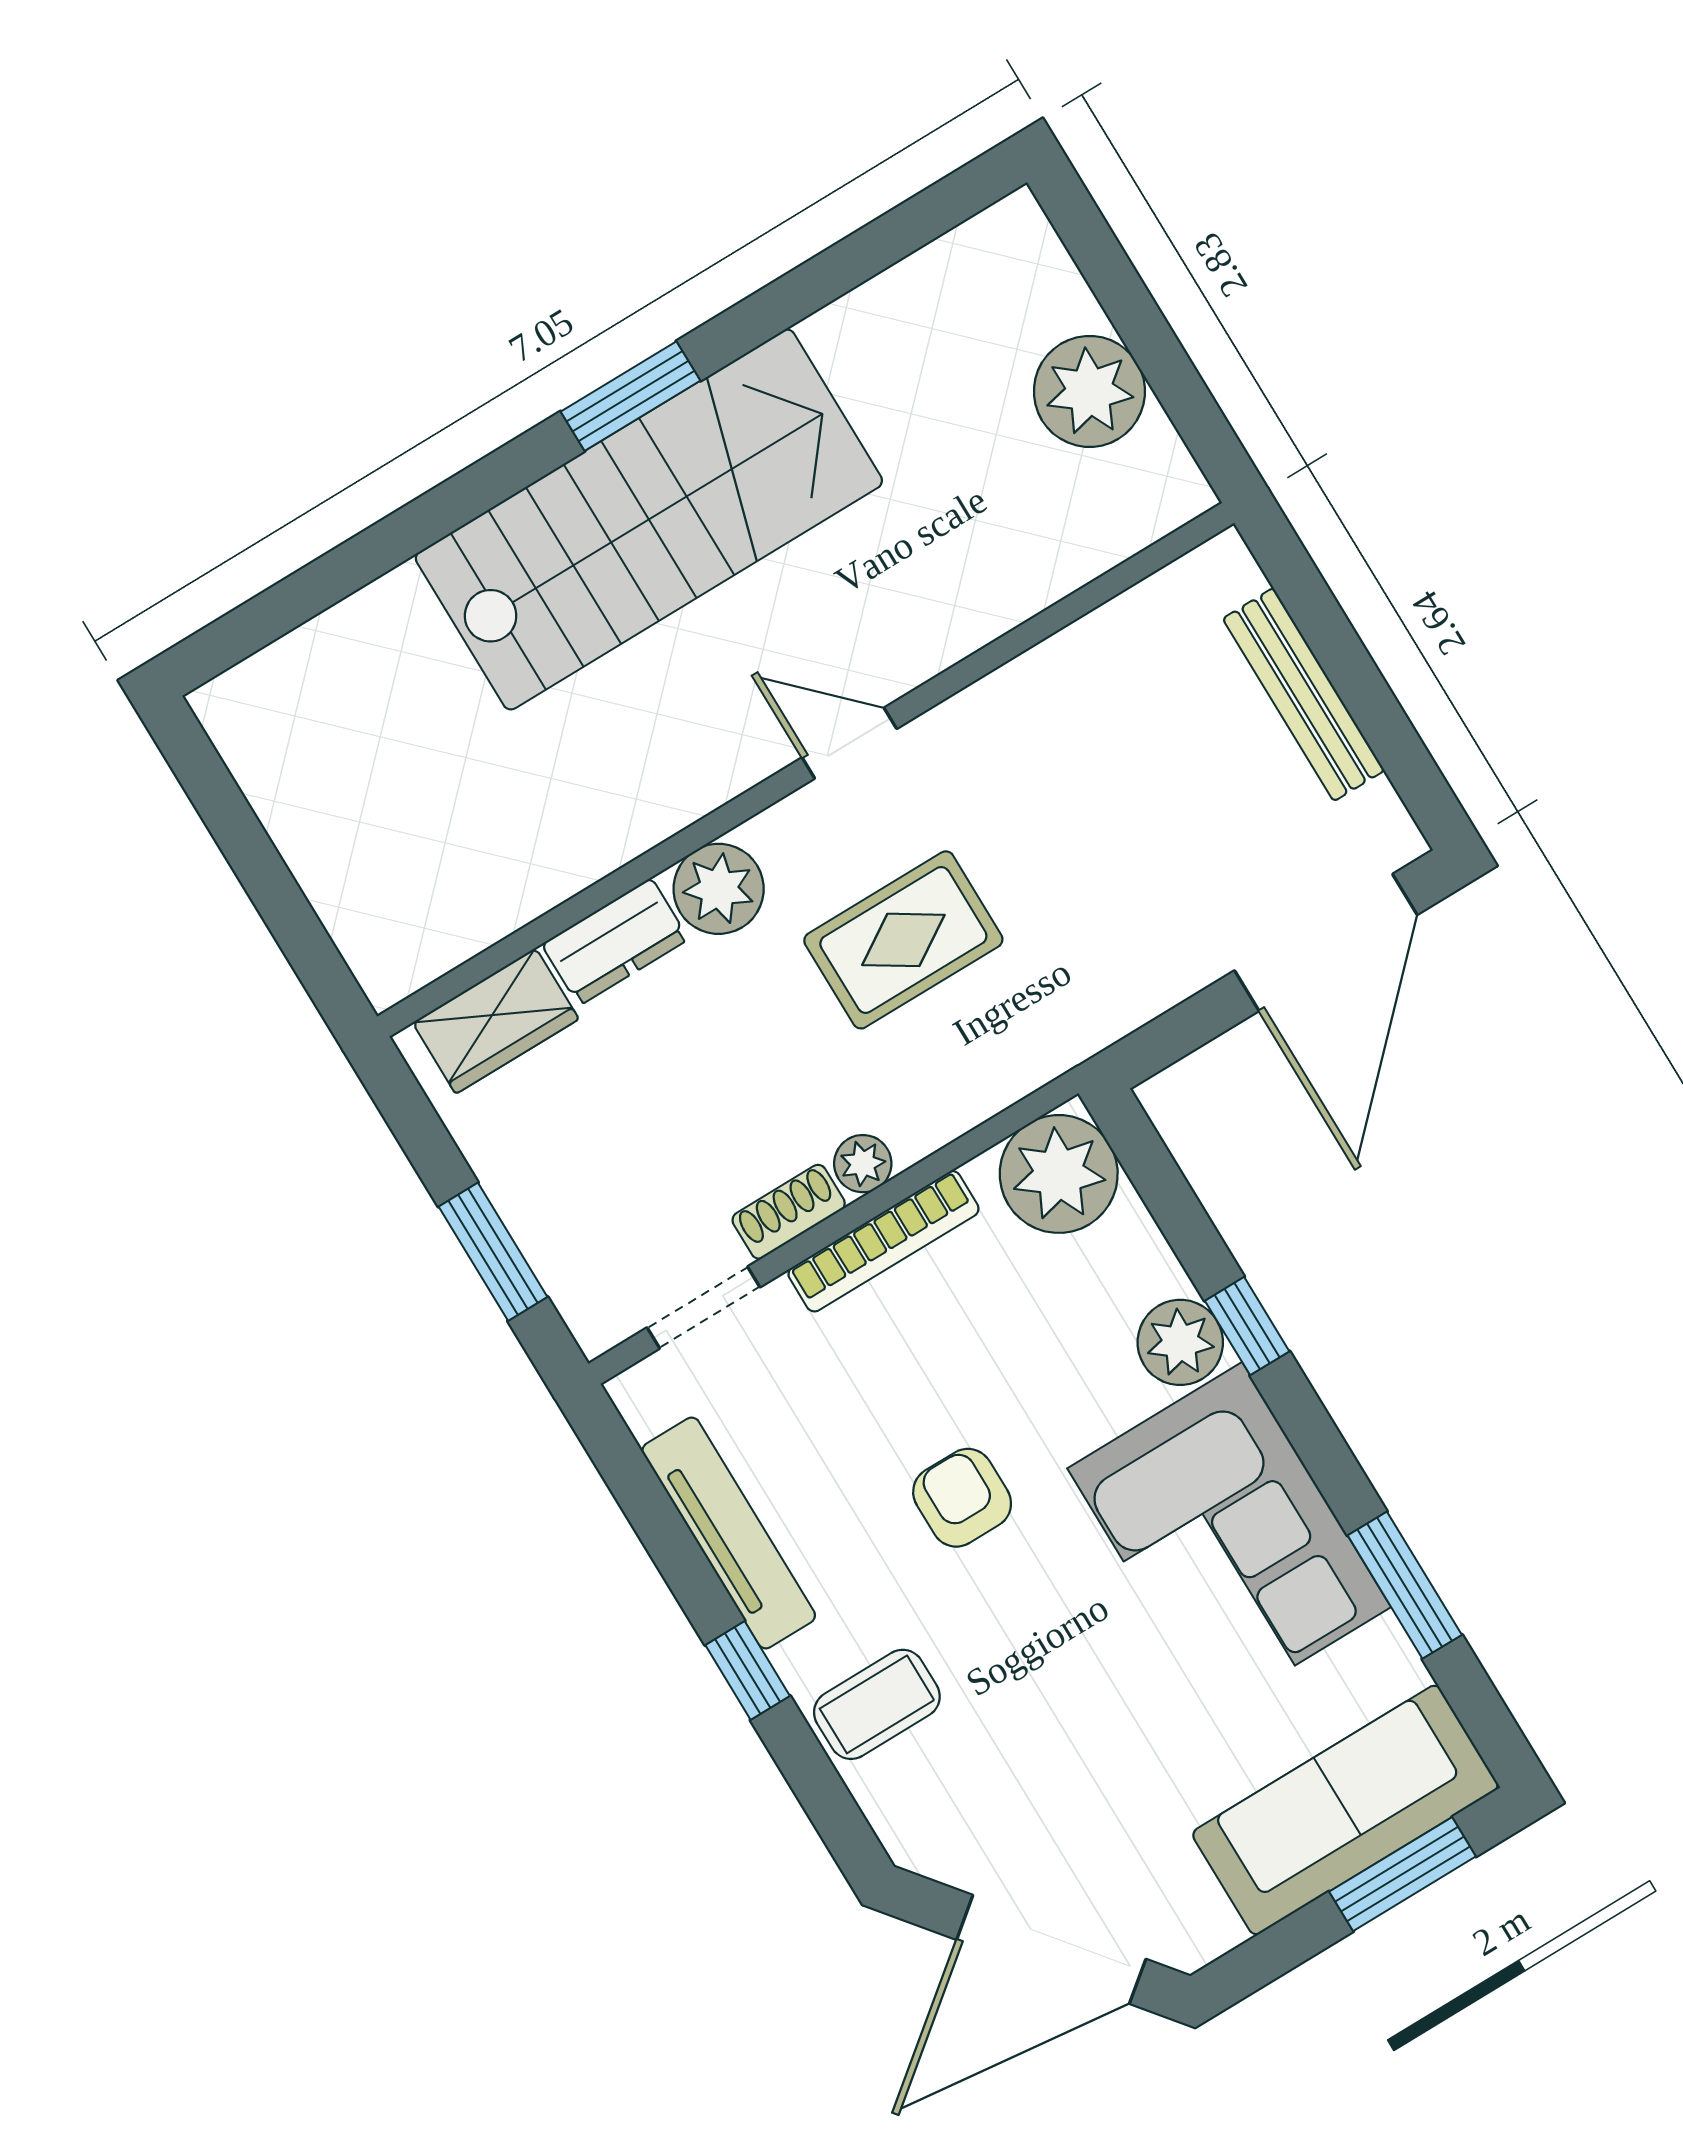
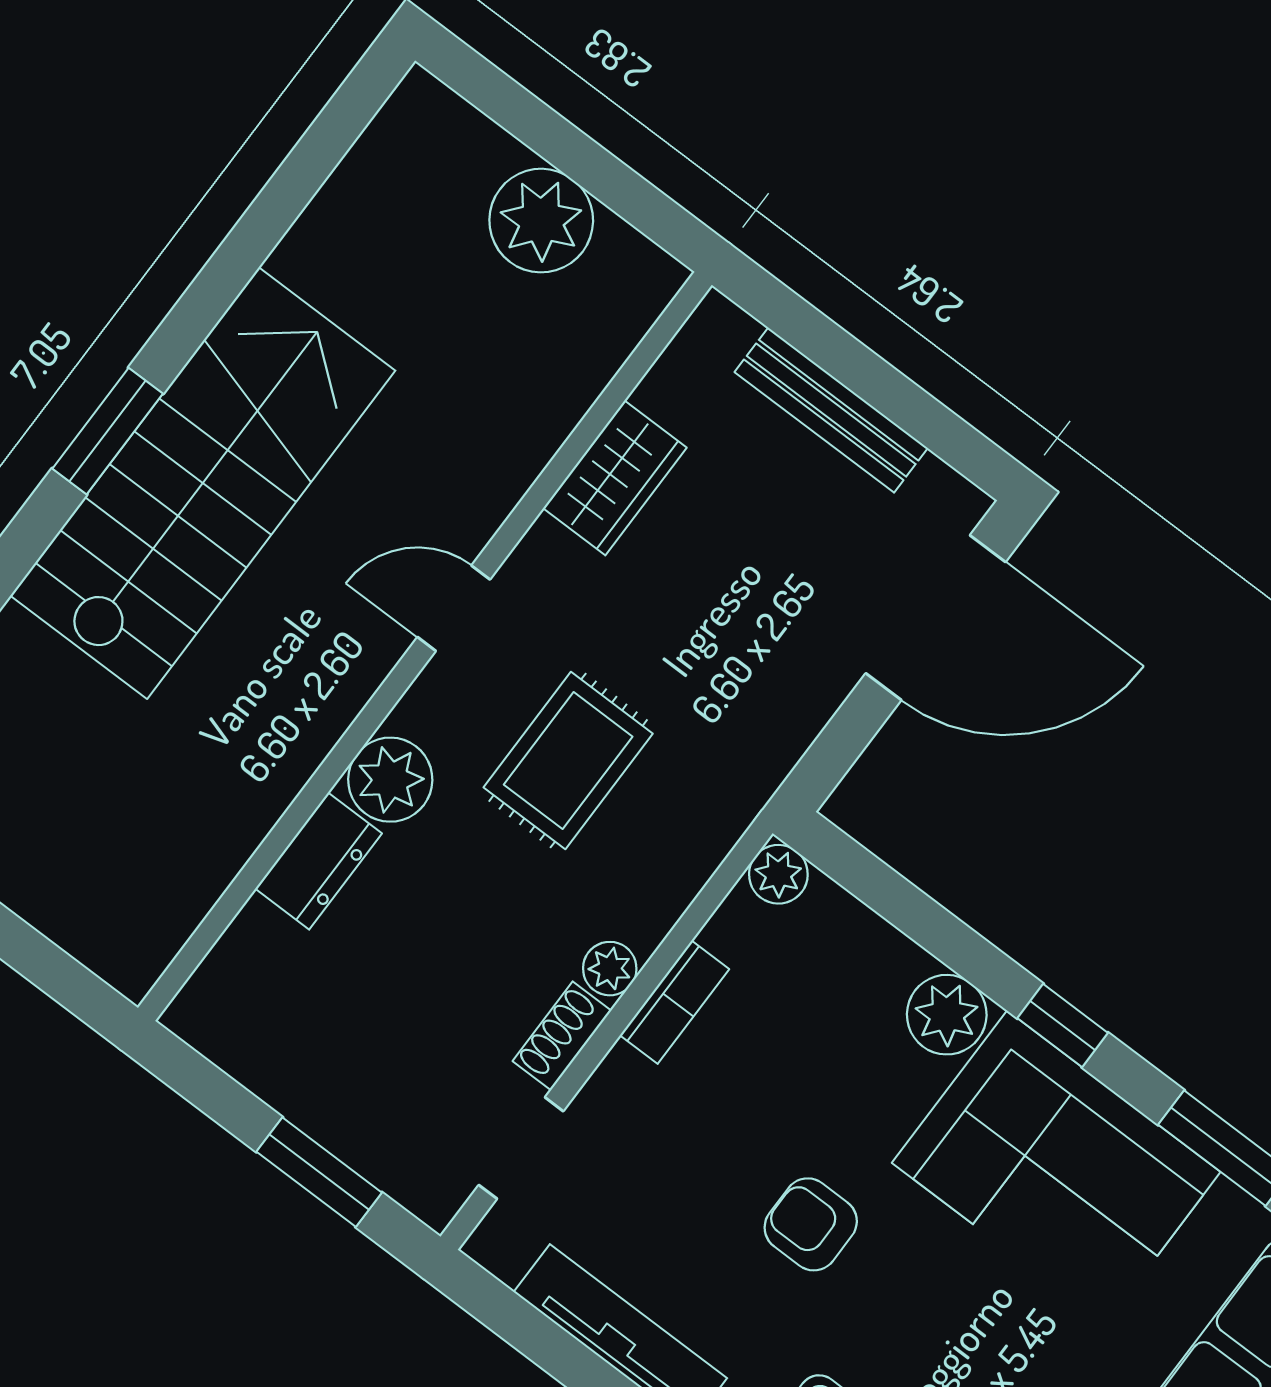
window: (630, 396) -> (108, 431), moved
door: (1326, 943) -> (936, 618), hinge flipped
wardrobe: (496, 1021) -> (615, 478), moved
plant: (1059, 1174) -> (778, 874), width x0.53, depth x0.53
bookcase: (883, 1241) -> (675, 1002), width x0.64
window: (1247, 1326) -> (1063, 1026), moved

